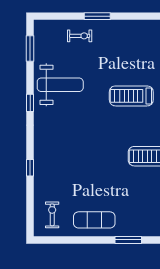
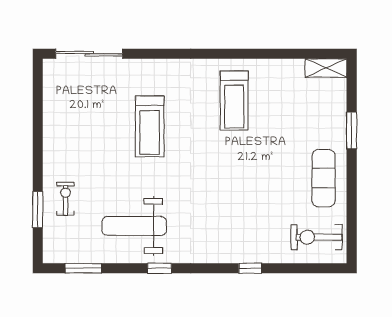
window: (97, 16) -> (38, 210), moved
weight bench: (60, 85) -> (134, 226), turned -90
exercise bike: (52, 215) -> (316, 237), width x1.38, depth x1.39

